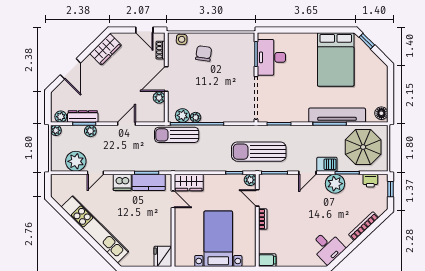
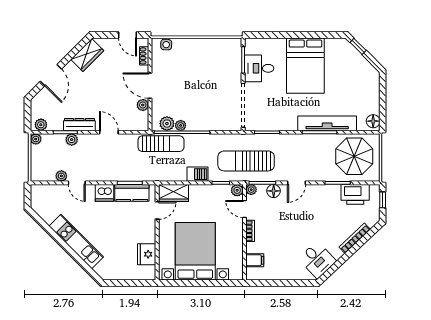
chair: (204, 53) -> (189, 59), removed
desk: (271, 57) -> (259, 68), width x0.73
bed: (336, 60) -> (305, 66), moved
door: (166, 79) -> (150, 86), hinge flipped
dresser: (83, 117) -> (79, 125), moved
door: (126, 124) -> (109, 132), hinge flipped
sun lounger: (177, 135) -> (161, 144), turned 180
plant: (76, 161) -> (61, 176), width x0.53, depth x0.53
barbecue: (327, 164) -> (198, 174), moved
door: (95, 173) -> (77, 183), hinge flipped
floor lamp: (285, 181) -> (274, 191), added
printer: (370, 181) -> (355, 194), width x1.87, depth x1.48
plant: (335, 184) -> (251, 190), moved, width x0.53, depth x0.53
door: (173, 199) -> (157, 210), hinge flipped
kitchen unit: (95, 229) -> (76, 241), width x0.73
bed with nightstands: (218, 239) -> (195, 251), width x1.36
fridge: (163, 256) -> (147, 254), moved
filing cabinet: (267, 260) -> (255, 260), moved

